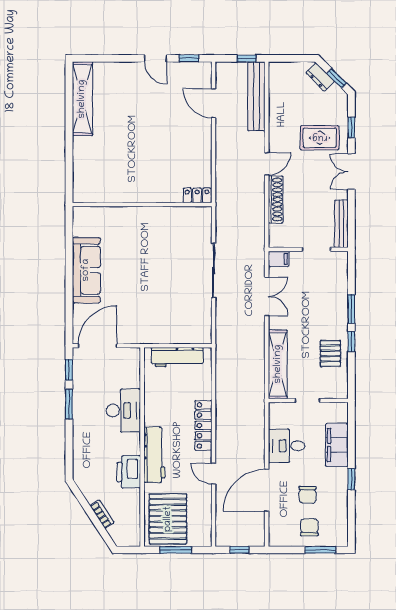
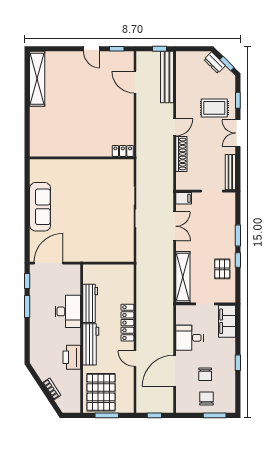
workbench: (177, 357) -> (90, 303), moved, turned -90
filing cabinet: (337, 445) -> (227, 321), moved

